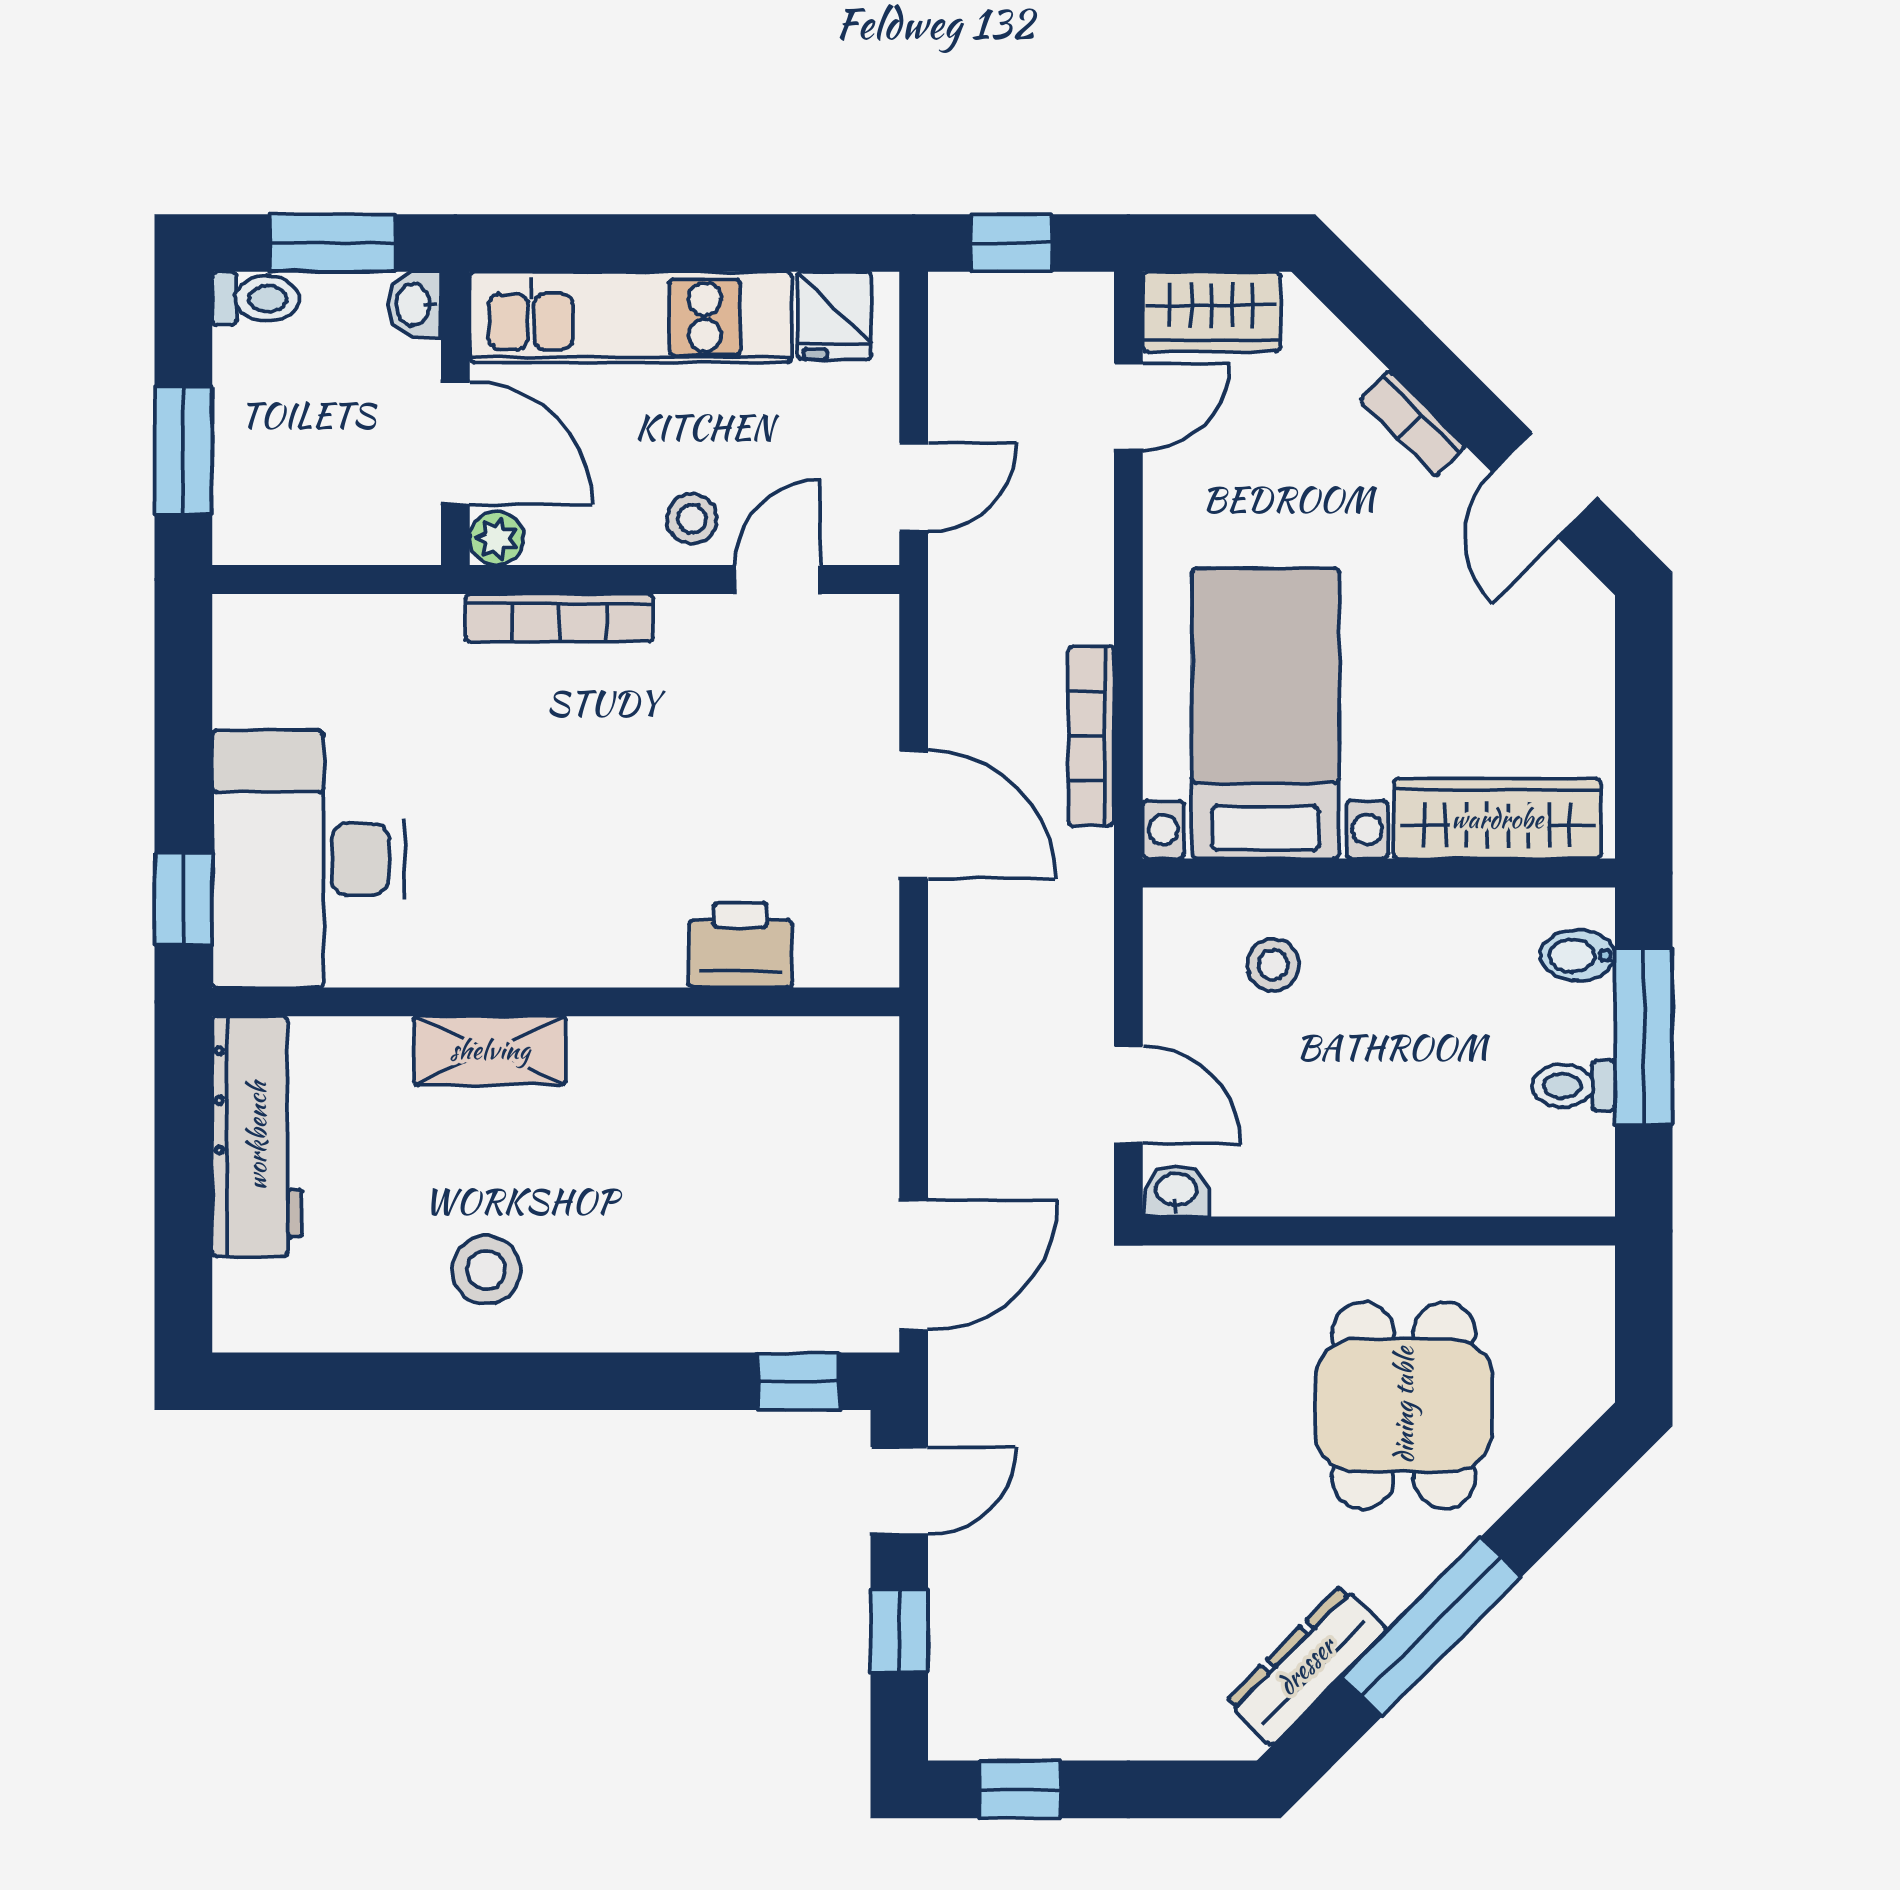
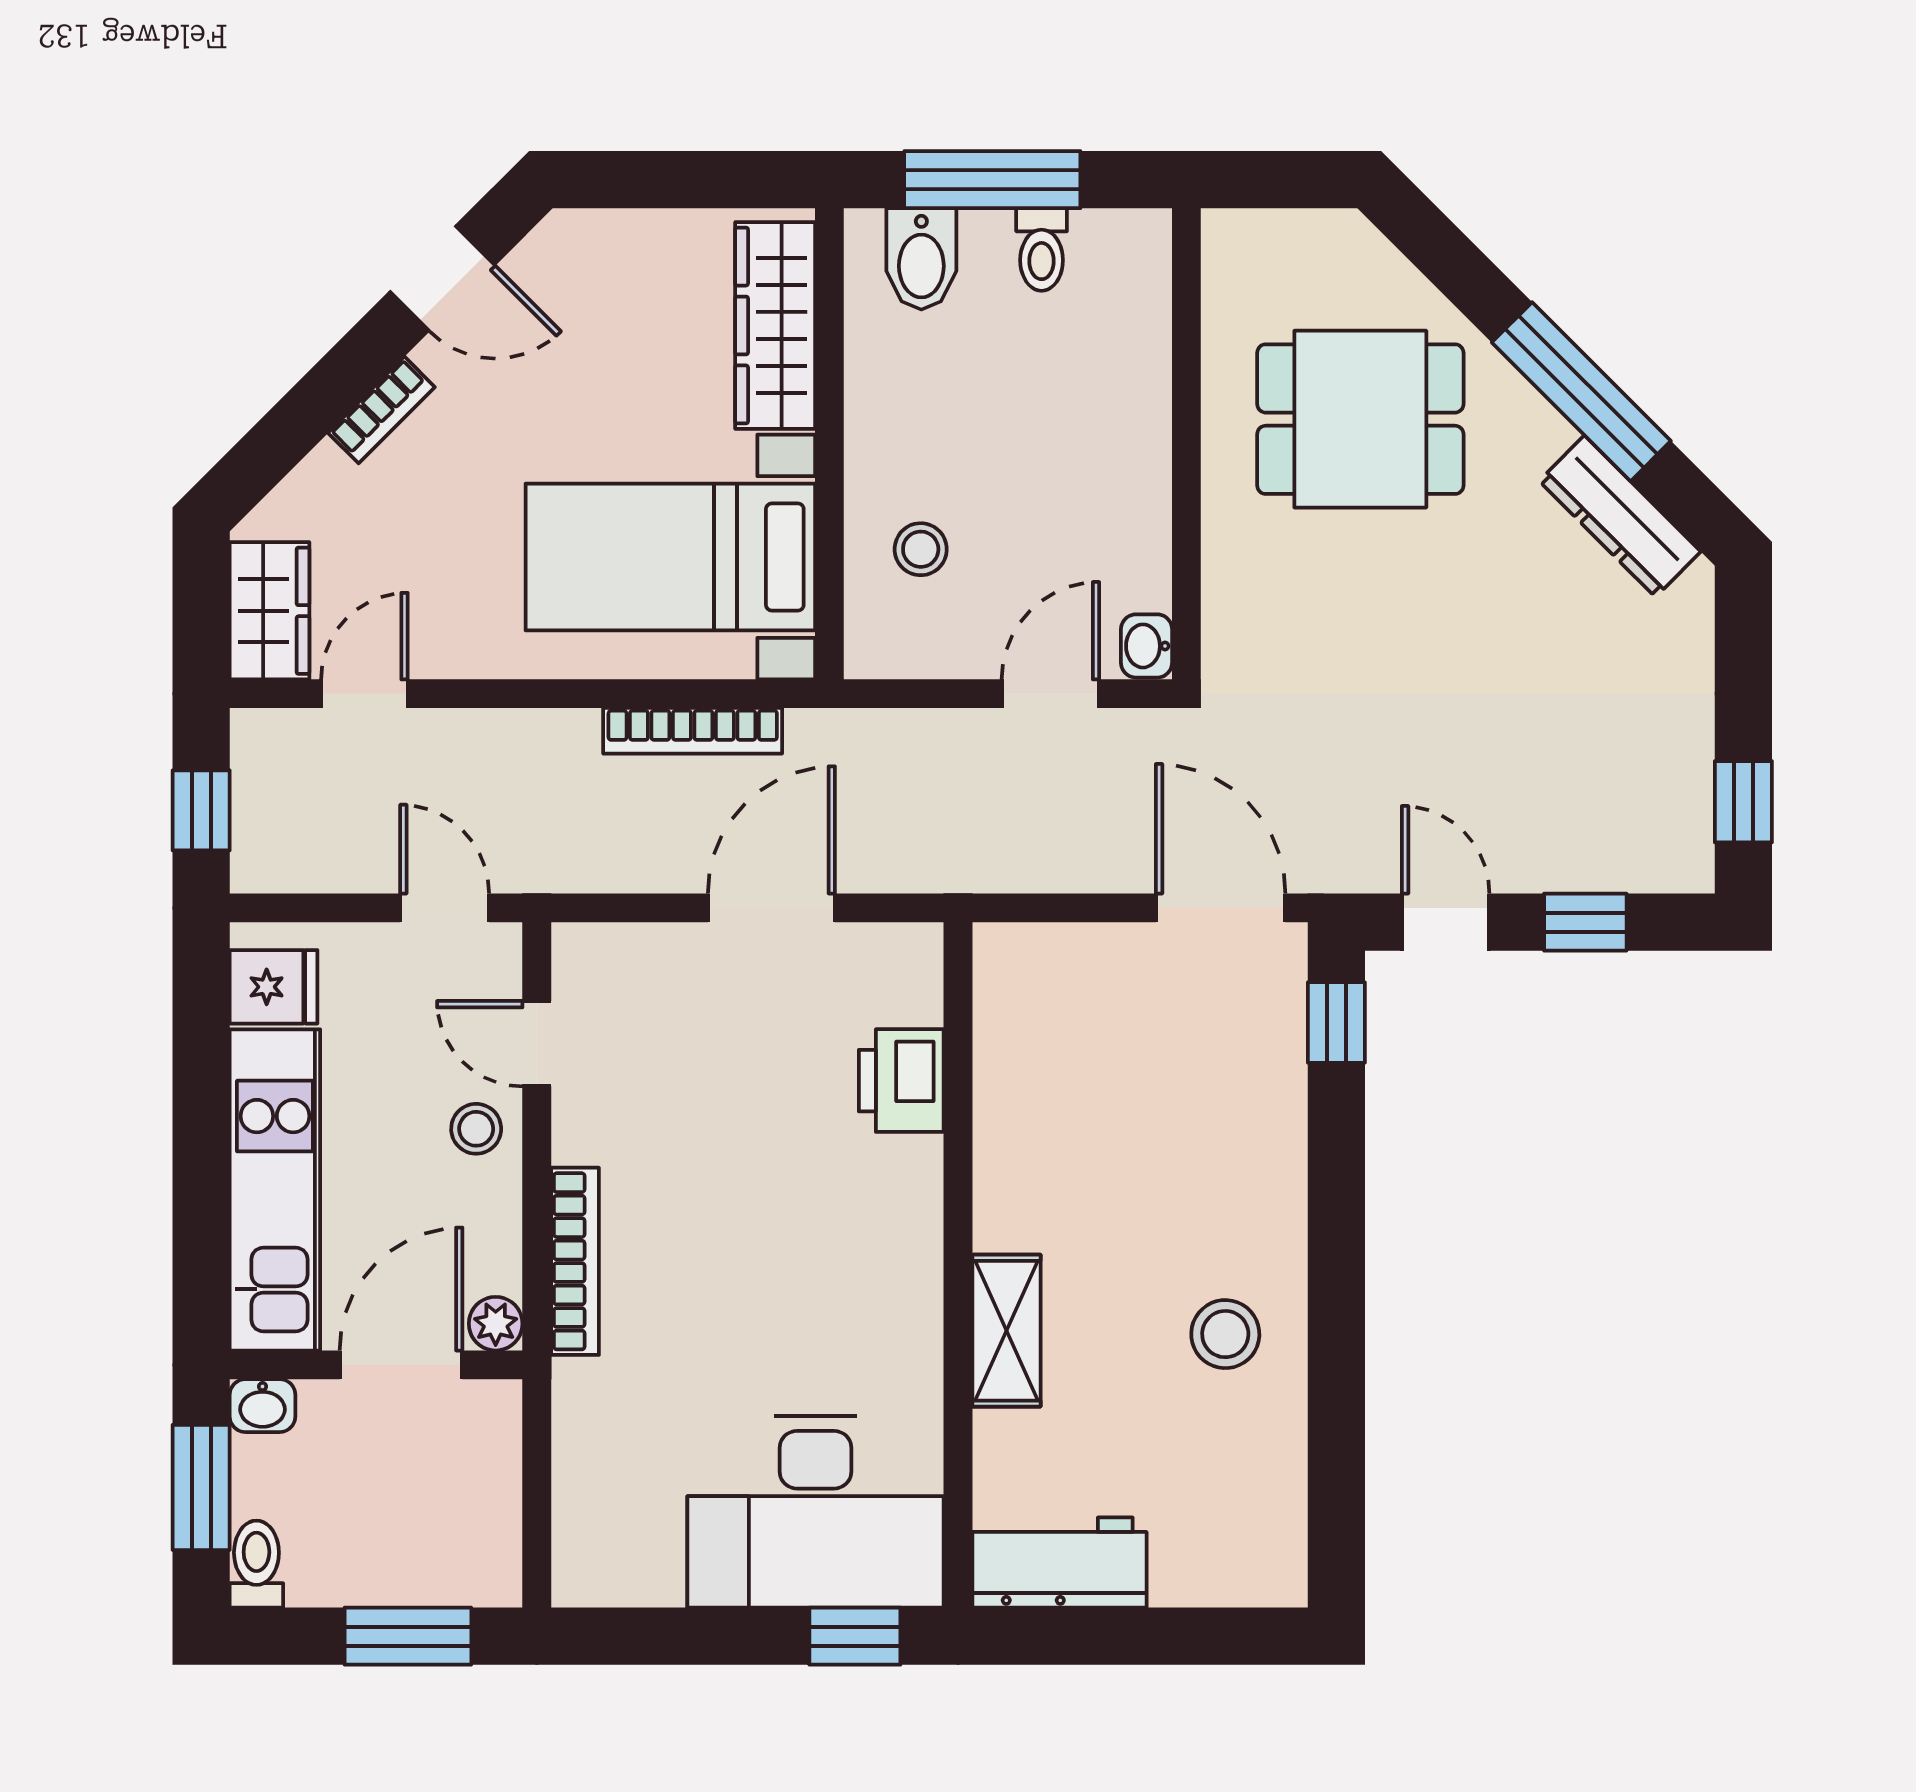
door: (1128, 407) -> (364, 694), hinge flipped
bidet: (1578, 955) -> (921, 259), width x1.38, depth x1.36
workbench: (257, 1136) -> (1059, 1563), width x0.73

